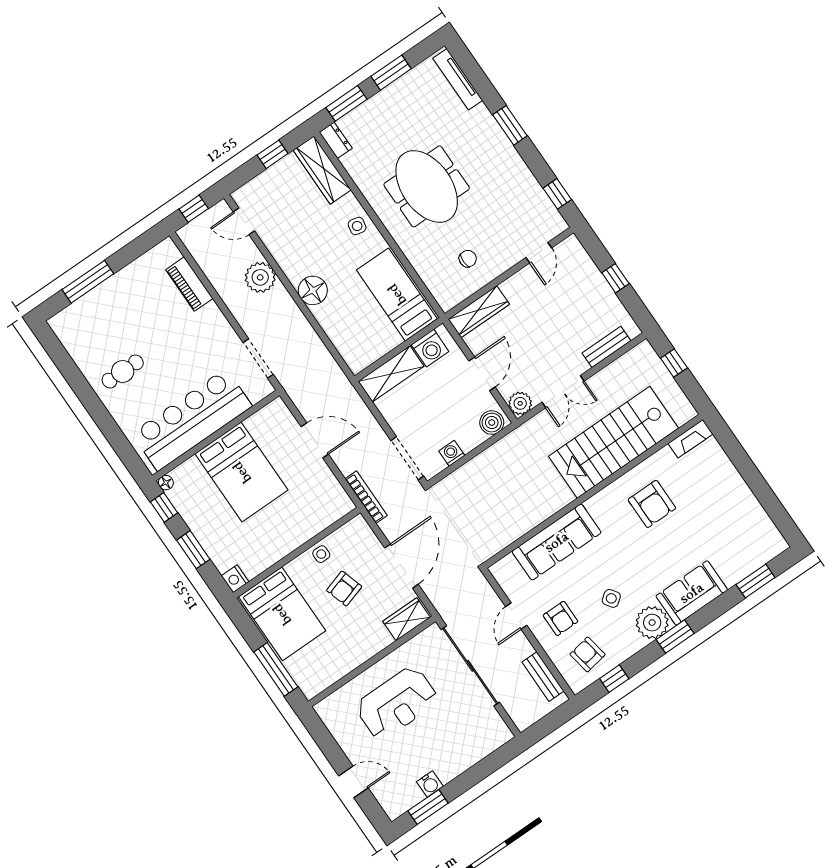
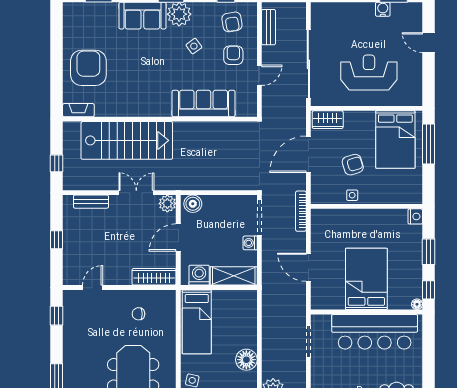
washing machine: (452, 453) -> (250, 243), moved, turned 90
armchair: (652, 504) -> (88, 68), moved, width x1.36, depth x1.36
bed: (282, 614) -> (395, 140), moved, turned 180

